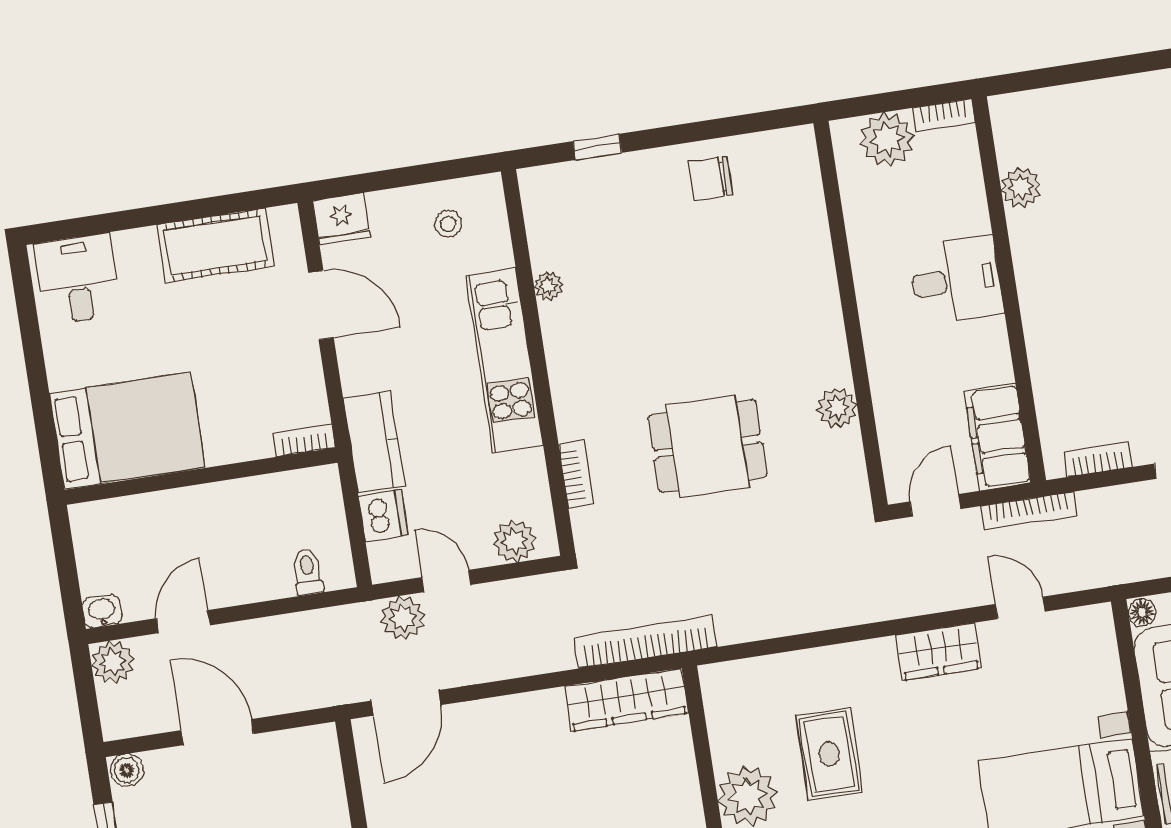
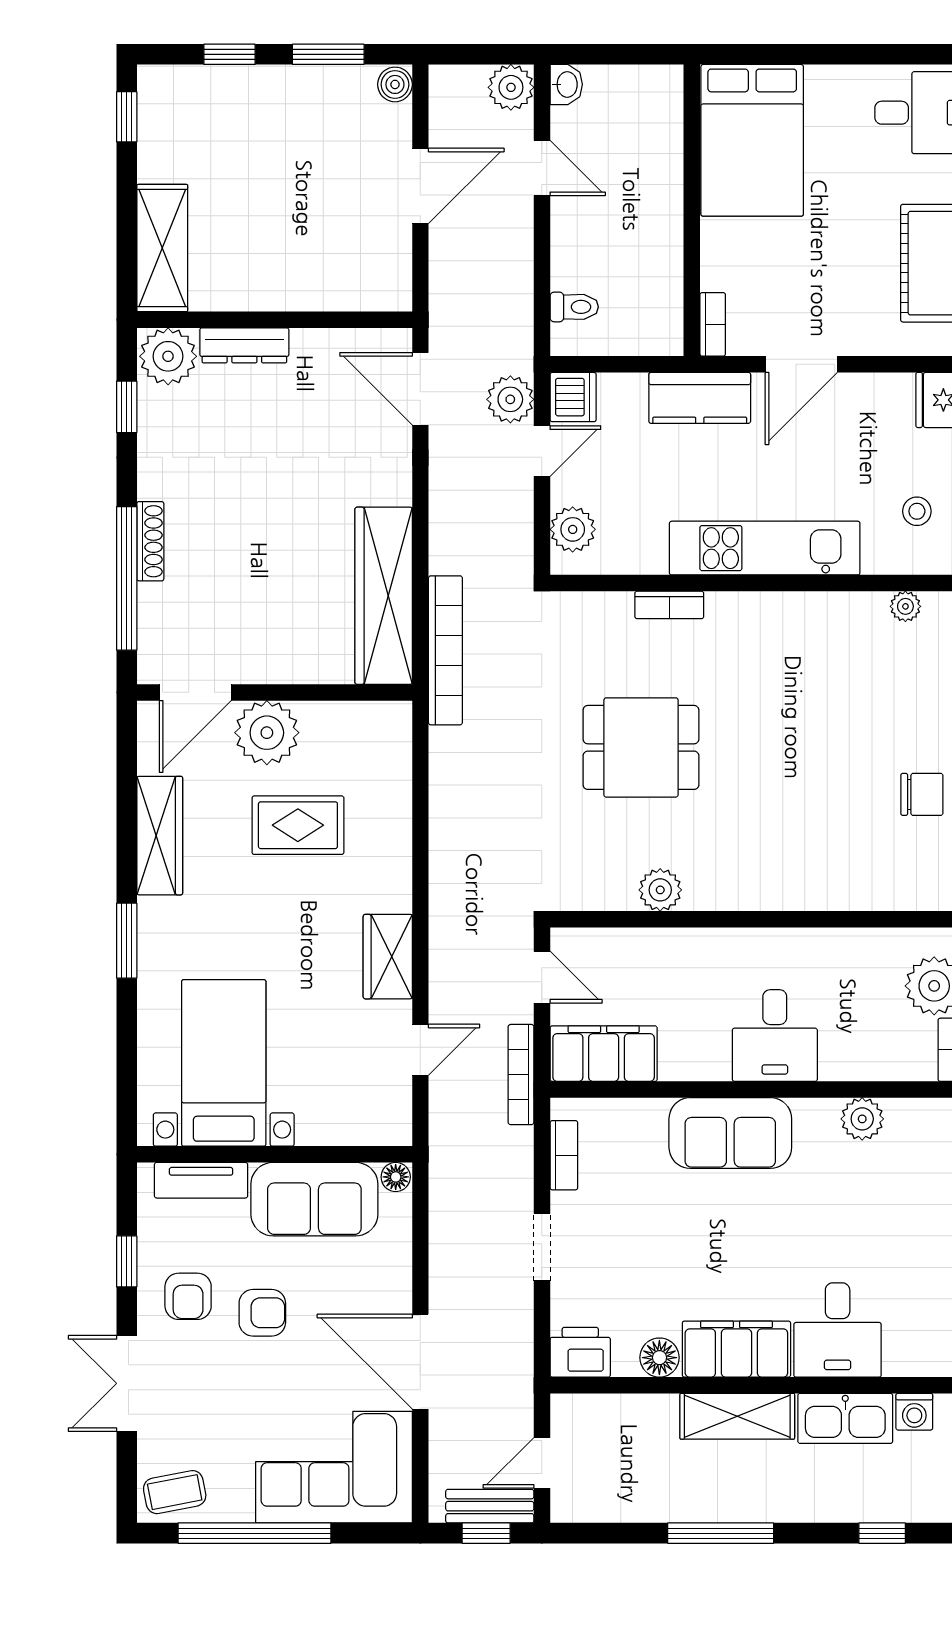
chair: (711, 178) -> (922, 794), turned 90
plant: (548, 286) -> (905, 606), moved
door: (321, 305) -> (801, 364), moved
sofa: (1053, 308) -> (730, 1133), added
dining table: (708, 446) -> (641, 747), turned 90
bookcase: (576, 474) -> (669, 605), moved
dishwasher: (383, 516) -> (573, 397), moved, turned -90
wardrobe: (626, 700) -> (384, 596), width x1.40, depth x1.17

